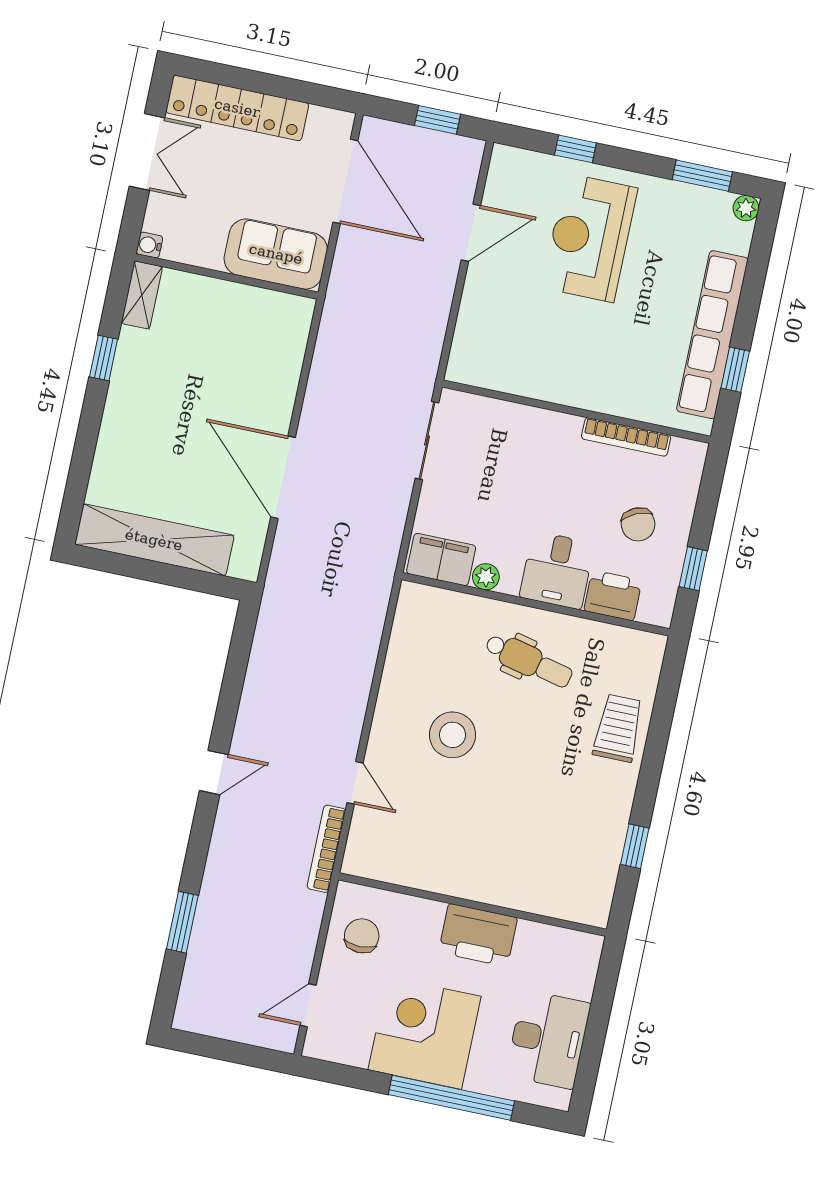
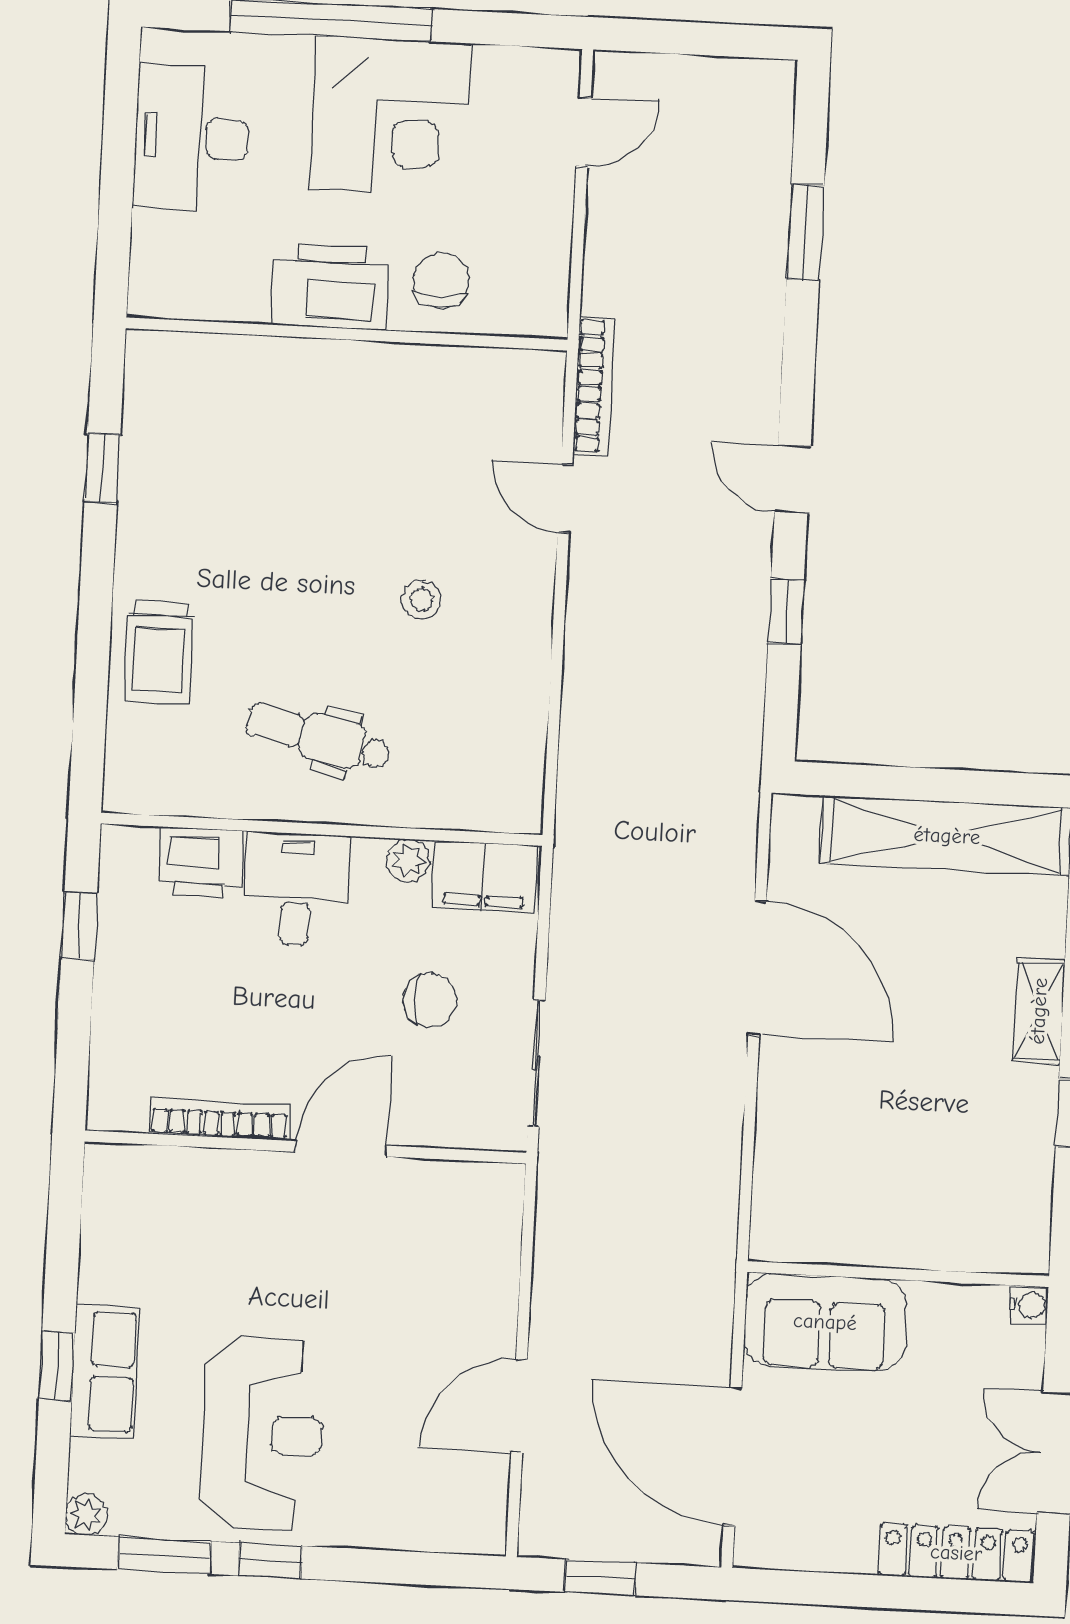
locker: (237, 108) -> (956, 1553), width x0.71, depth x0.83
window: (575, 149) -> (270, 1561), moved
reception desk: (590, 238) -> (262, 1434), moved
shelving: (142, 295) -> (1039, 1011), moved
row of seats: (712, 335) -> (104, 1371), width x0.50
window: (735, 370) -> (57, 1366), moved
door: (555, 407) -> (341, 1149), added
chair: (638, 524) -> (430, 1000), moved, turned 114
window: (231, 692) -> (786, 612), added
stool: (453, 735) -> (421, 600), width x0.53, depth x0.53
door: (214, 773) -> (793, 479), hinge flipped
chair: (362, 936) -> (441, 280), moved, turned 180

